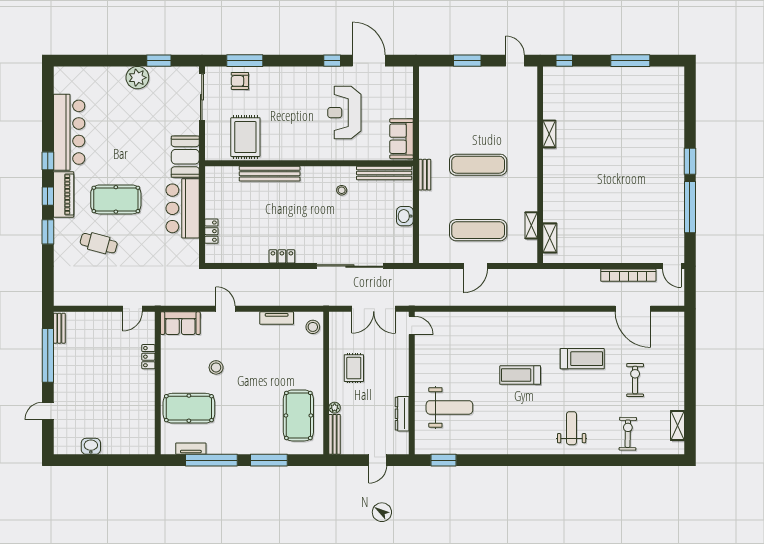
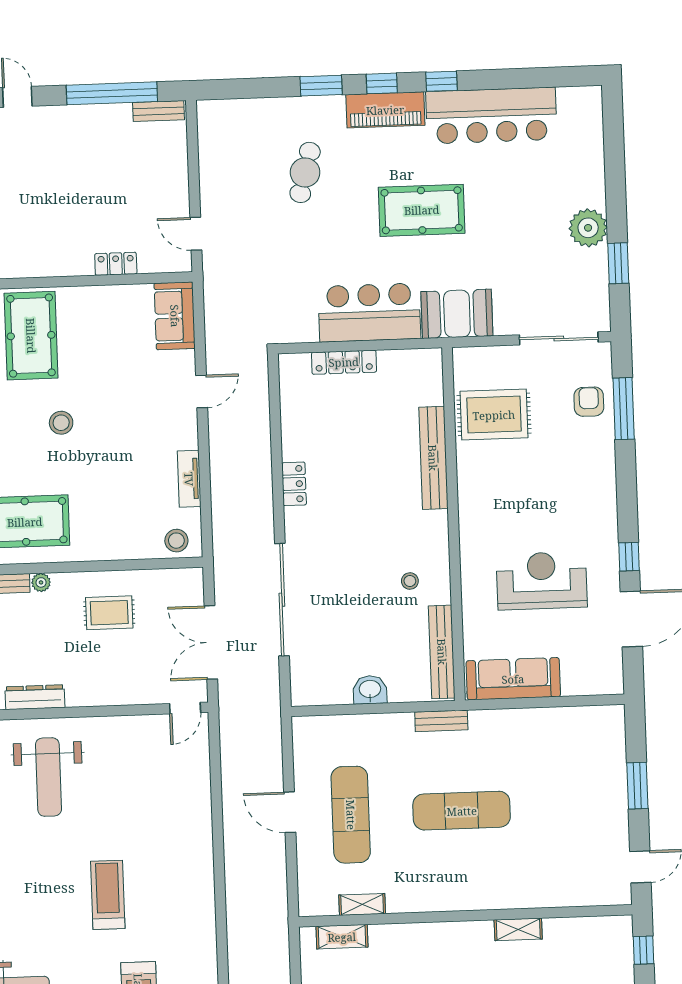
sofa: (402, 139) -> (513, 679), width x1.36
exercise mat: (478, 165) -> (462, 811), turned 90
pool table: (116, 199) -> (422, 210), moved, turned 90
locker: (211, 231) -> (344, 362), width x1.53
stool: (216, 367) -> (61, 423), moved

